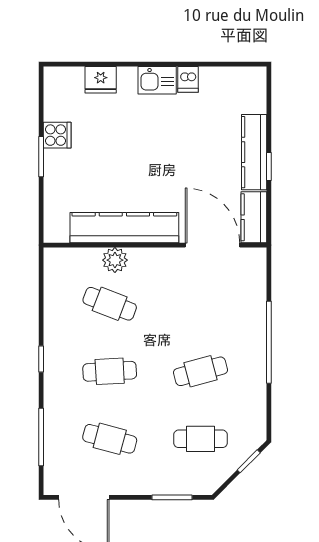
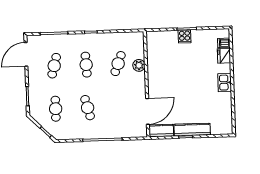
dishwasher: (188, 79) -> (224, 43), moved
cooker: (57, 135) -> (185, 36), moved
kitchen counter: (124, 228) -> (154, 69), removed

